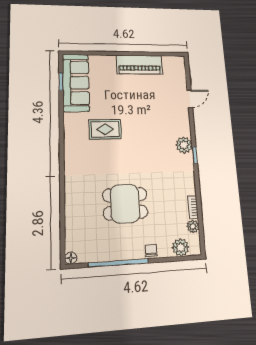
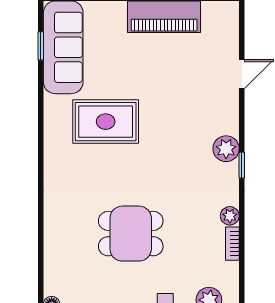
rug: (105, 129) -> (106, 122), width x1.36, depth x1.43
plant: (193, 226) -> (230, 216), moved

